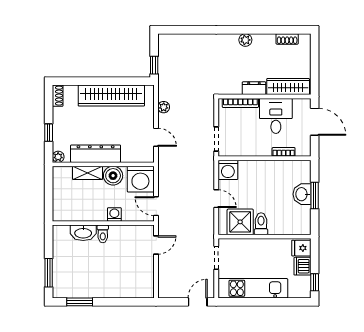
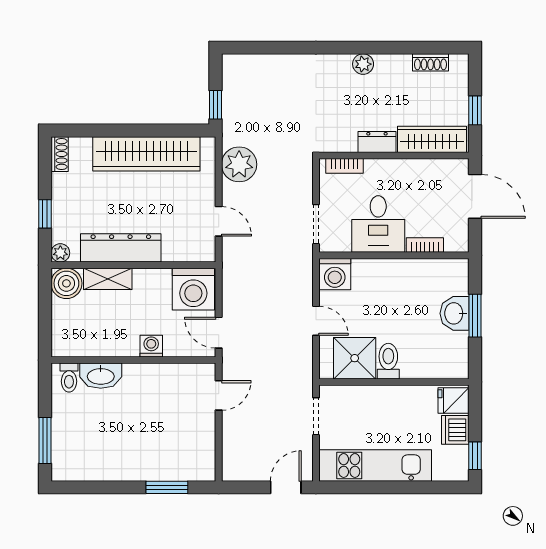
window: (315, 69) -> (475, 110), added
bookcase: (240, 103) -> (345, 166), width x0.64
plant: (164, 107) -> (239, 164), width x1.88, depth x1.88
desk: (276, 116) -> (378, 224), moved, turned 180
boiler: (113, 176) -> (66, 283), moved
toilet: (103, 234) -> (69, 378), moved
window: (80, 302) -> (167, 487), moved

